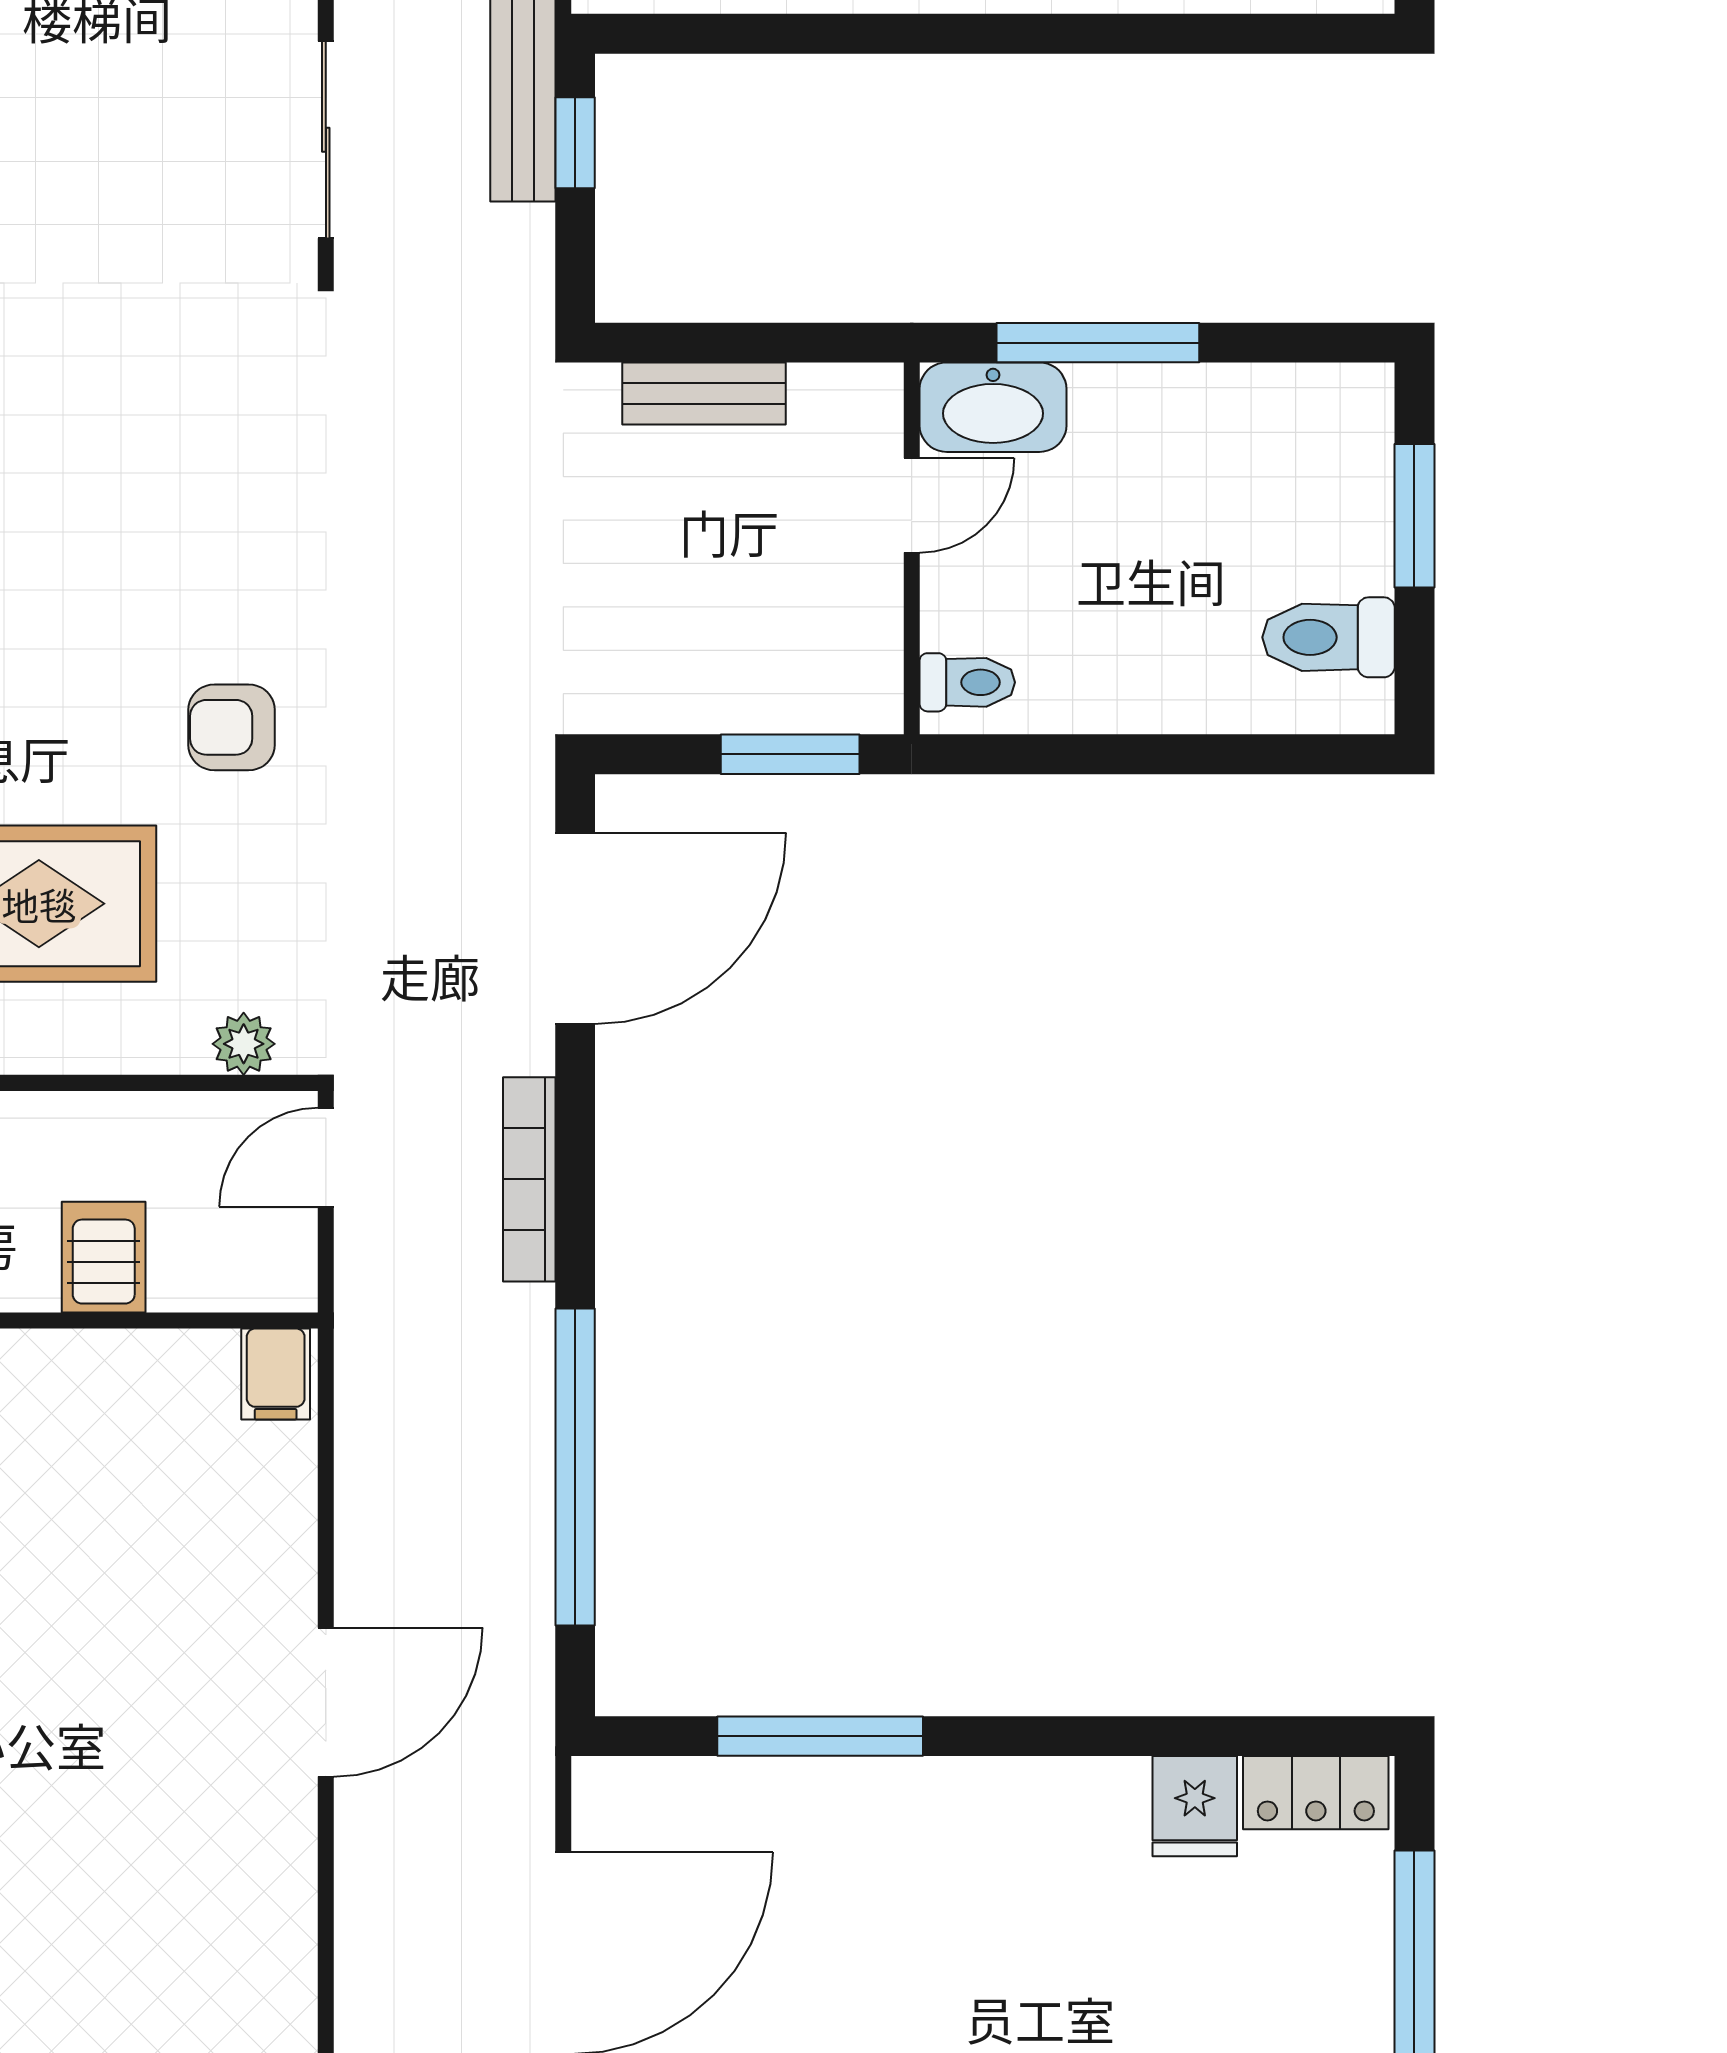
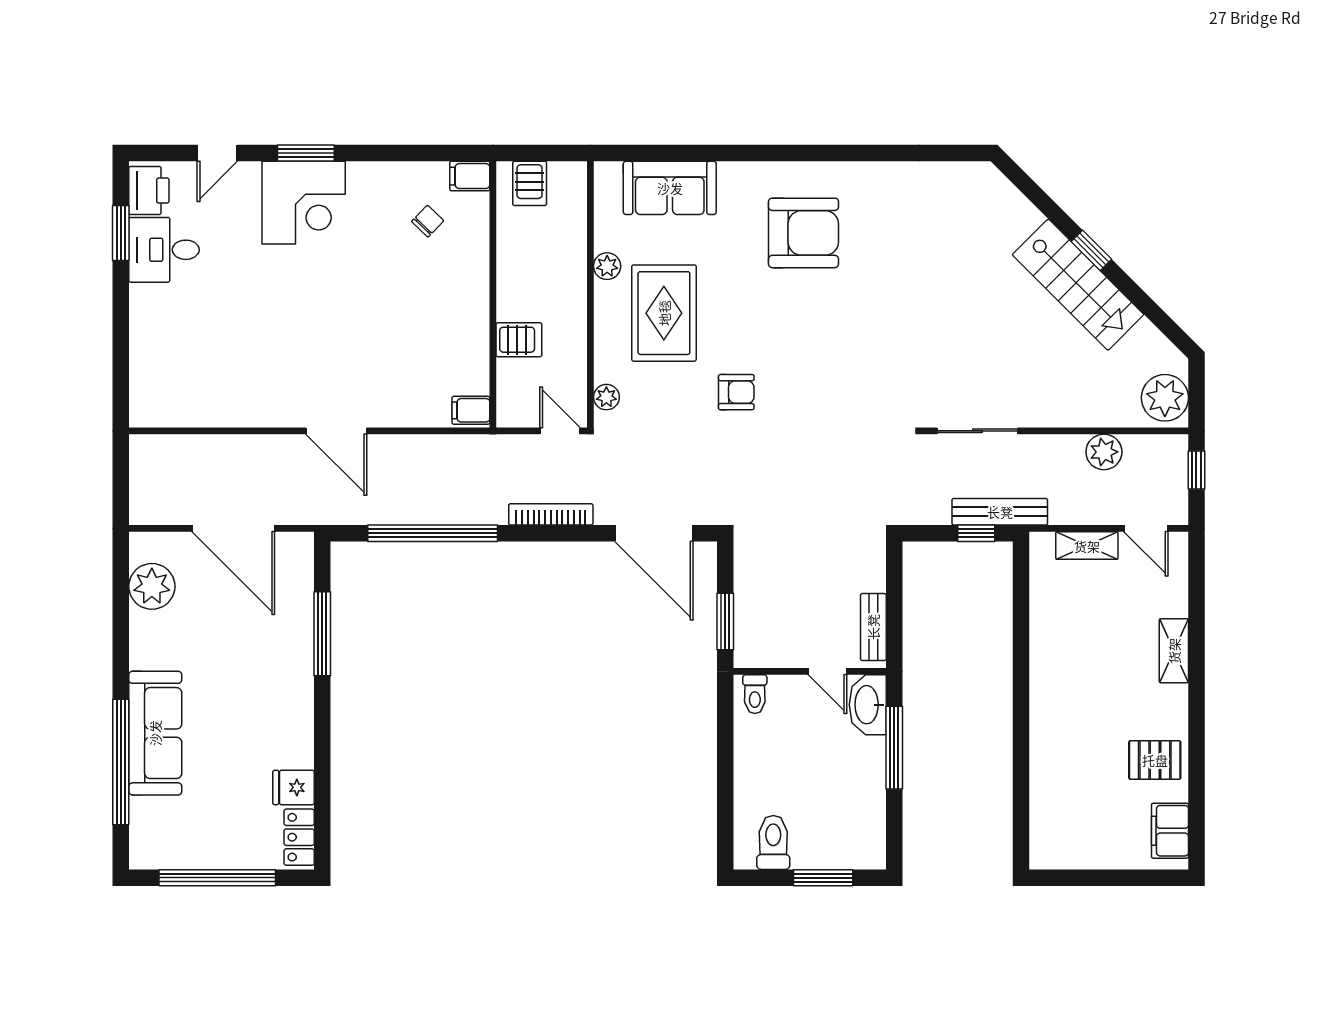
bench: (704, 394) -> (873, 627), moved
armchair: (231, 727) -> (736, 392), turned 90

